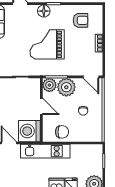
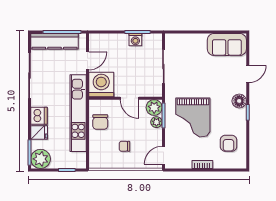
grand piano: (47, 44) -> (193, 117), moved, turned 180
plant: (66, 87) -> (156, 122), width x0.53, depth x0.53
door: (41, 106) -> (130, 98), hinge flipped
kitchen unit: (45, 151) -> (78, 113), width x1.36

